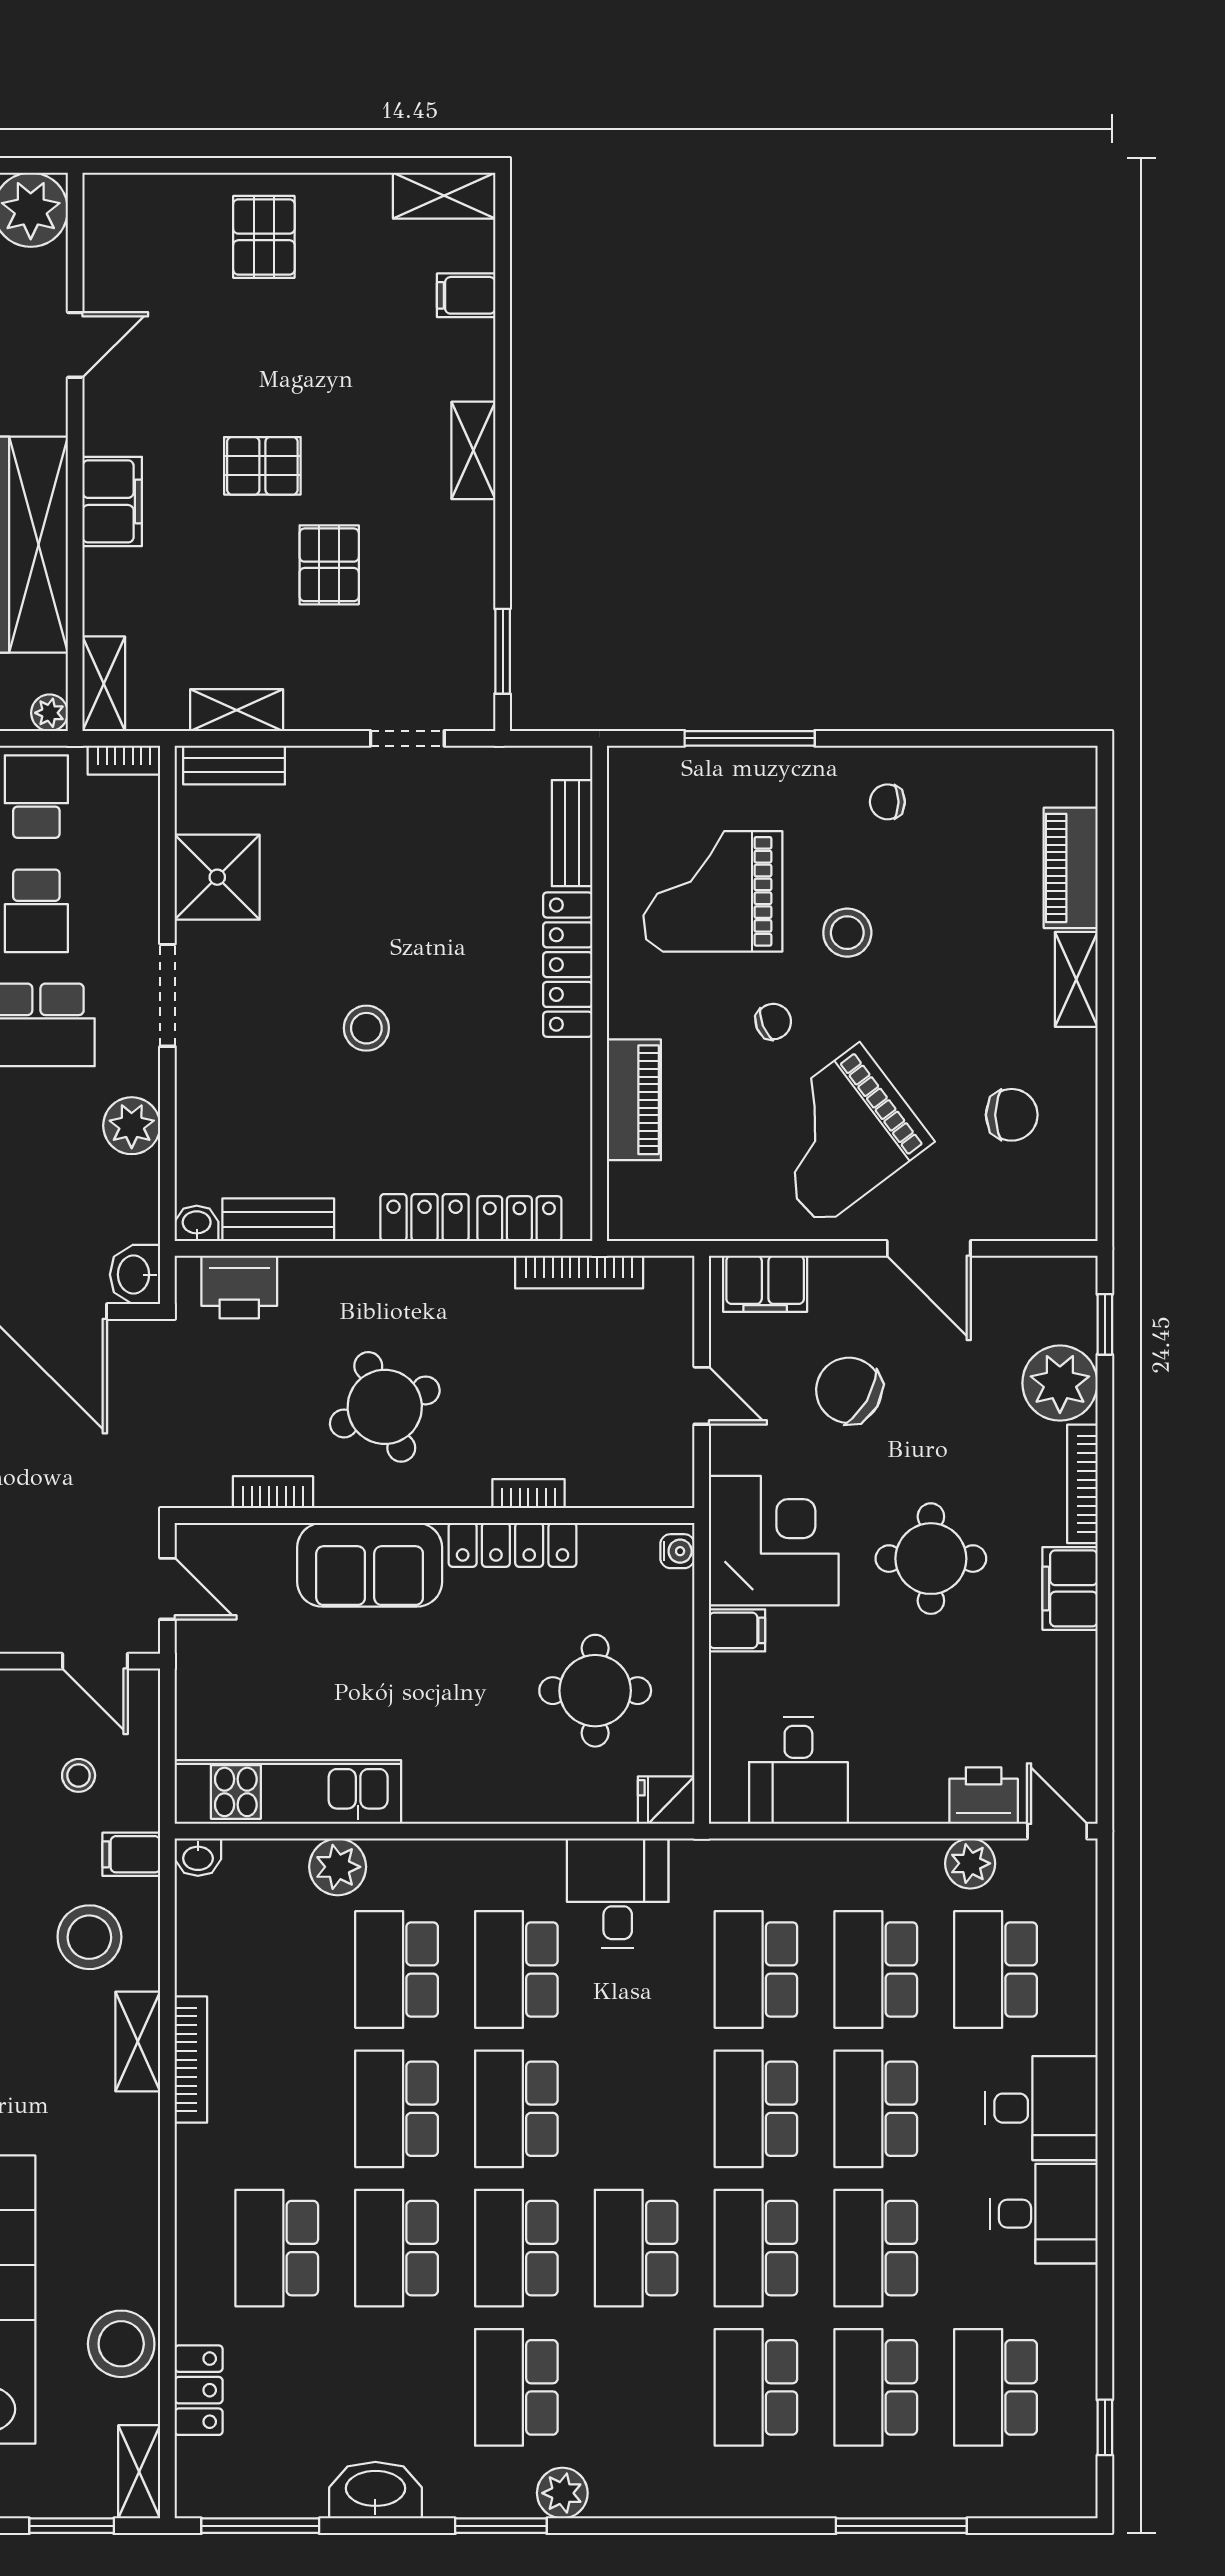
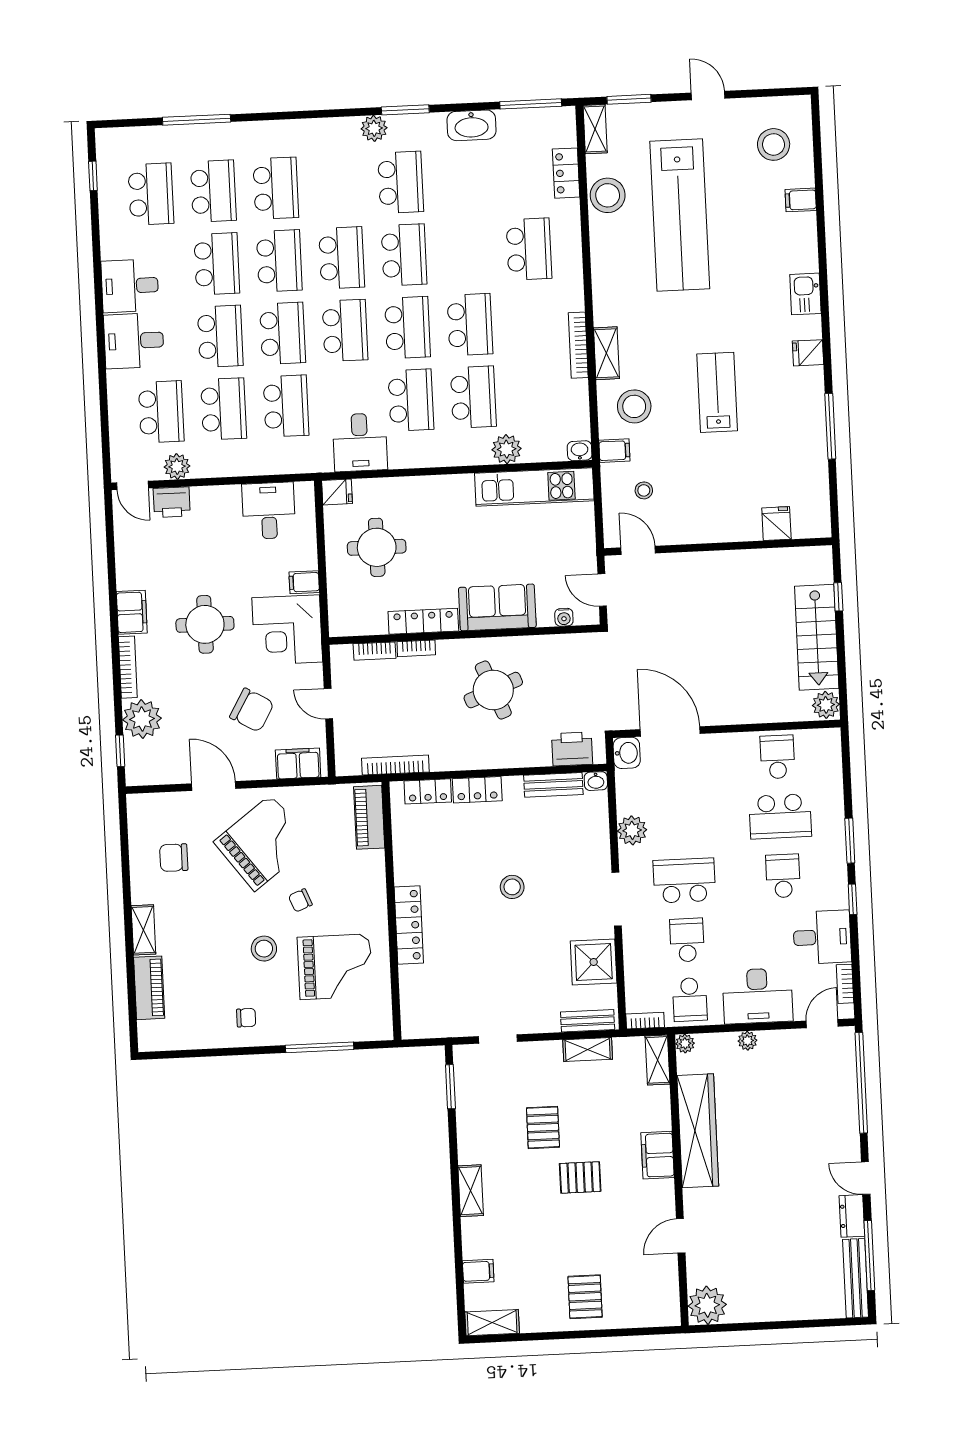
bench: (572, 833) -> (410, 994), removed
piano: (634, 1100) -> (369, 817), moved
bookcase: (273, 1492) -> (375, 651), moved
water cooler: (677, 1551) -> (564, 617), moved, turned -90
school desk: (397, 2248) -> (345, 330), moved

